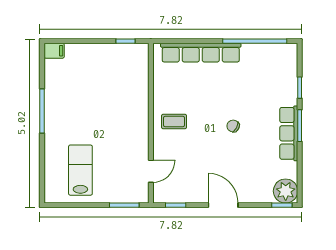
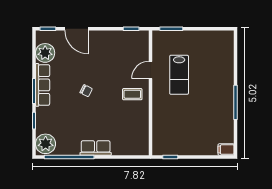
row of seats: (201, 53) -> (96, 148), width x0.50
plant: (285, 58) -> (46, 144), added
lab bench: (80, 170) -> (179, 75), moved
door: (151, 171) -> (150, 70), moved
plant: (286, 191) -> (45, 53), moved
door: (223, 205) -> (77, 29), moved

